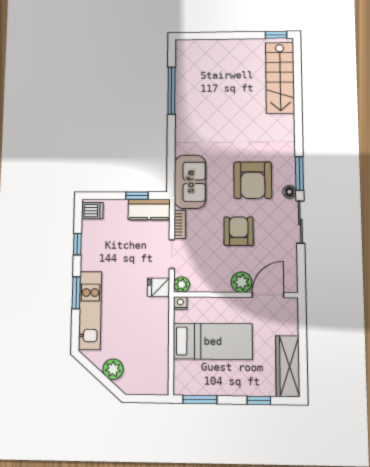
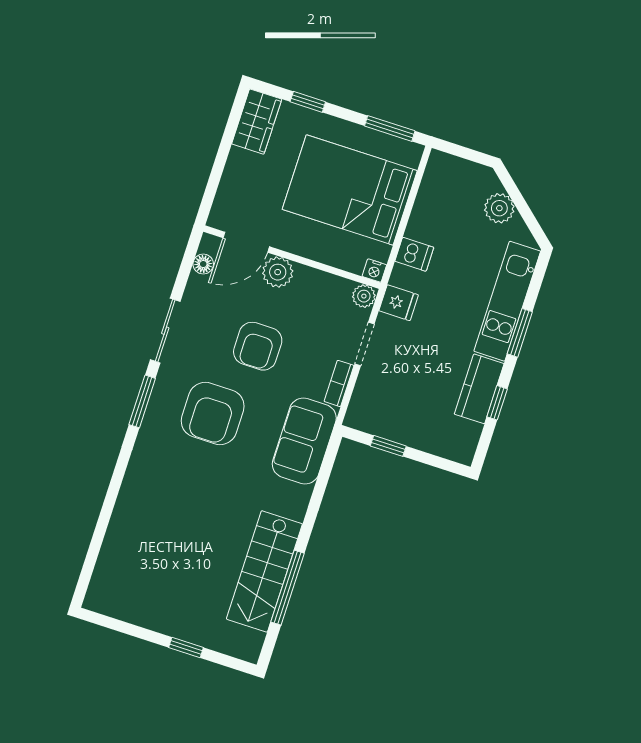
window: (276, 35) -> (186, 648), moved
stairs: (280, 78) -> (264, 571), moved, turned 180
armchair: (253, 180) -> (213, 414), turned 180
floor lamp: (289, 192) -> (203, 264), moved
kitchen counter: (149, 209) -> (479, 389), moved, turned -90
dishwasher: (92, 211) -> (414, 254), moved, turned 180
bed: (213, 341) -> (350, 190), width x1.50
wardrobe: (288, 366) -> (257, 122), width x0.67

